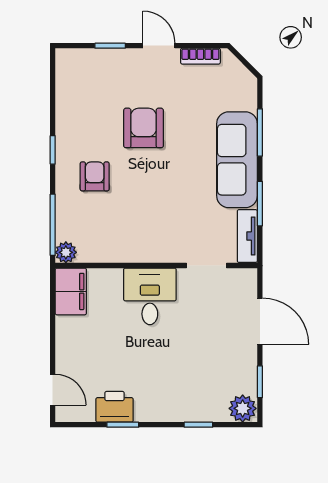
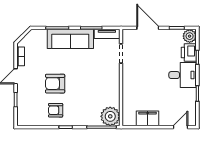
armchair: (95, 176) -> (56, 110), moved
plant: (66, 252) -> (110, 116), width x1.88, depth x1.88
filing cabinet: (71, 291) -> (148, 118), moved
desk: (150, 296) -> (183, 75), moved, turned 180
door: (260, 321) -> (148, 28), hinge flipped
printer: (114, 407) -> (189, 53), moved

